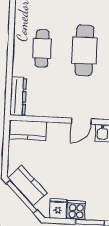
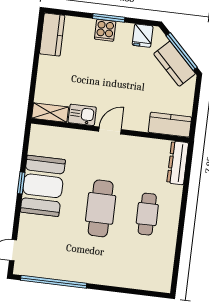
cooker: (76, 210) -> (105, 30), moved

